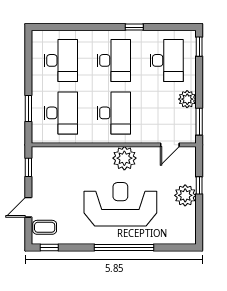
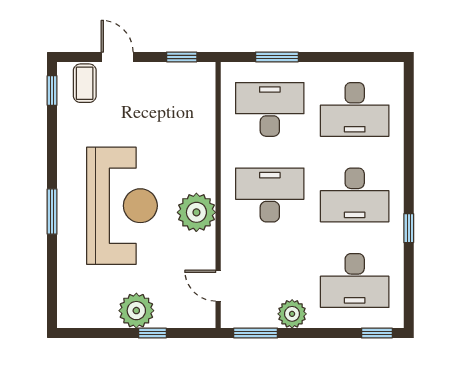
desk: (61, 113) -> (270, 109), turned 180
desk: (114, 113) -> (270, 195), turned 180
window: (124, 247) -> (52, 212), width x0.47

